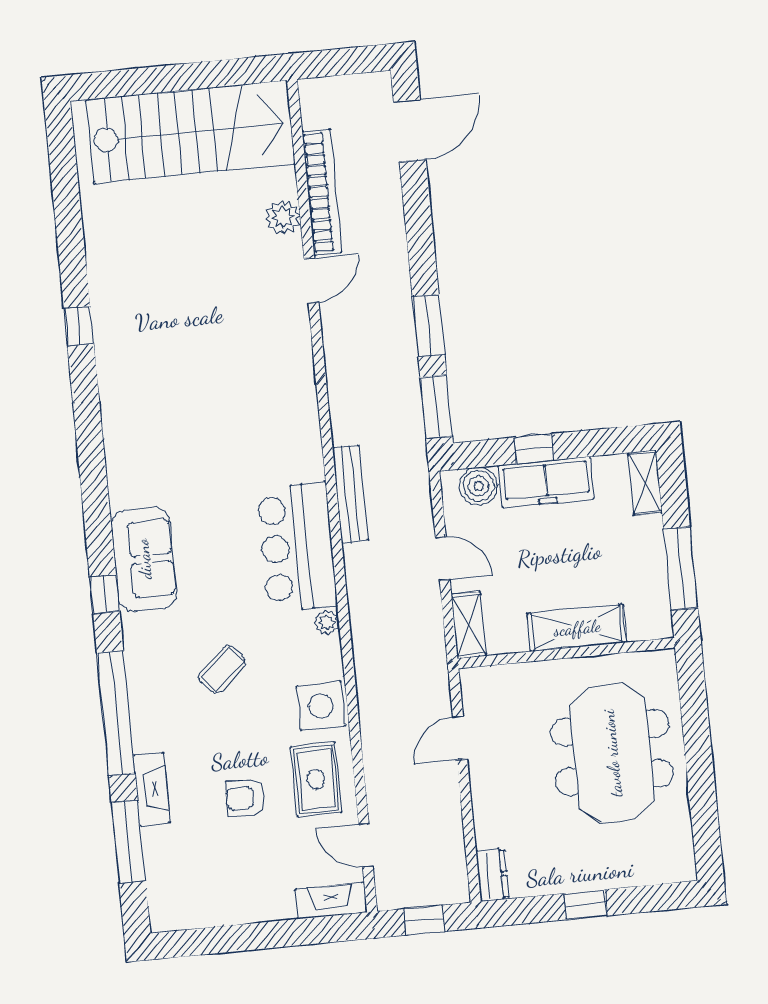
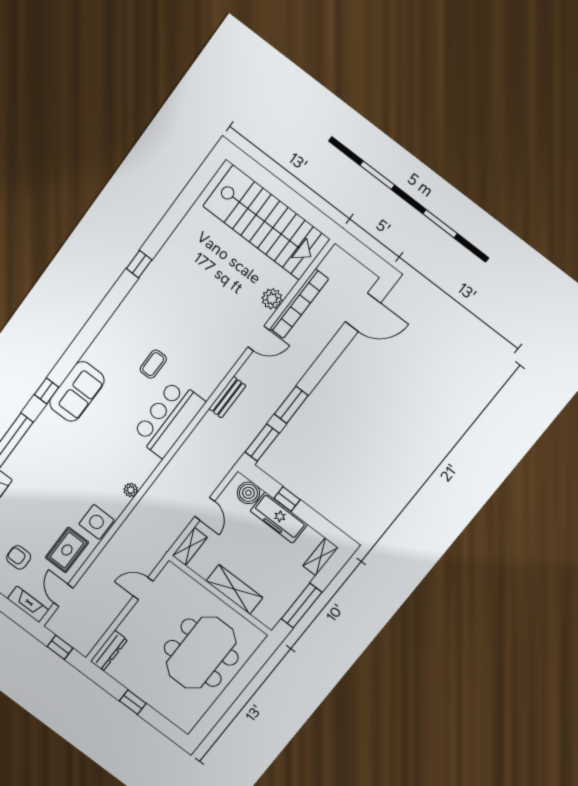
bench: (350, 494) -> (227, 397), moved, width x0.73
bar counter: (297, 547) -> (169, 419), moved
coffee table: (222, 669) -> (153, 364), moved, turned -48
armchair: (245, 798) -> (19, 557), moved
dresser: (493, 875) -> (109, 651), width x1.44

